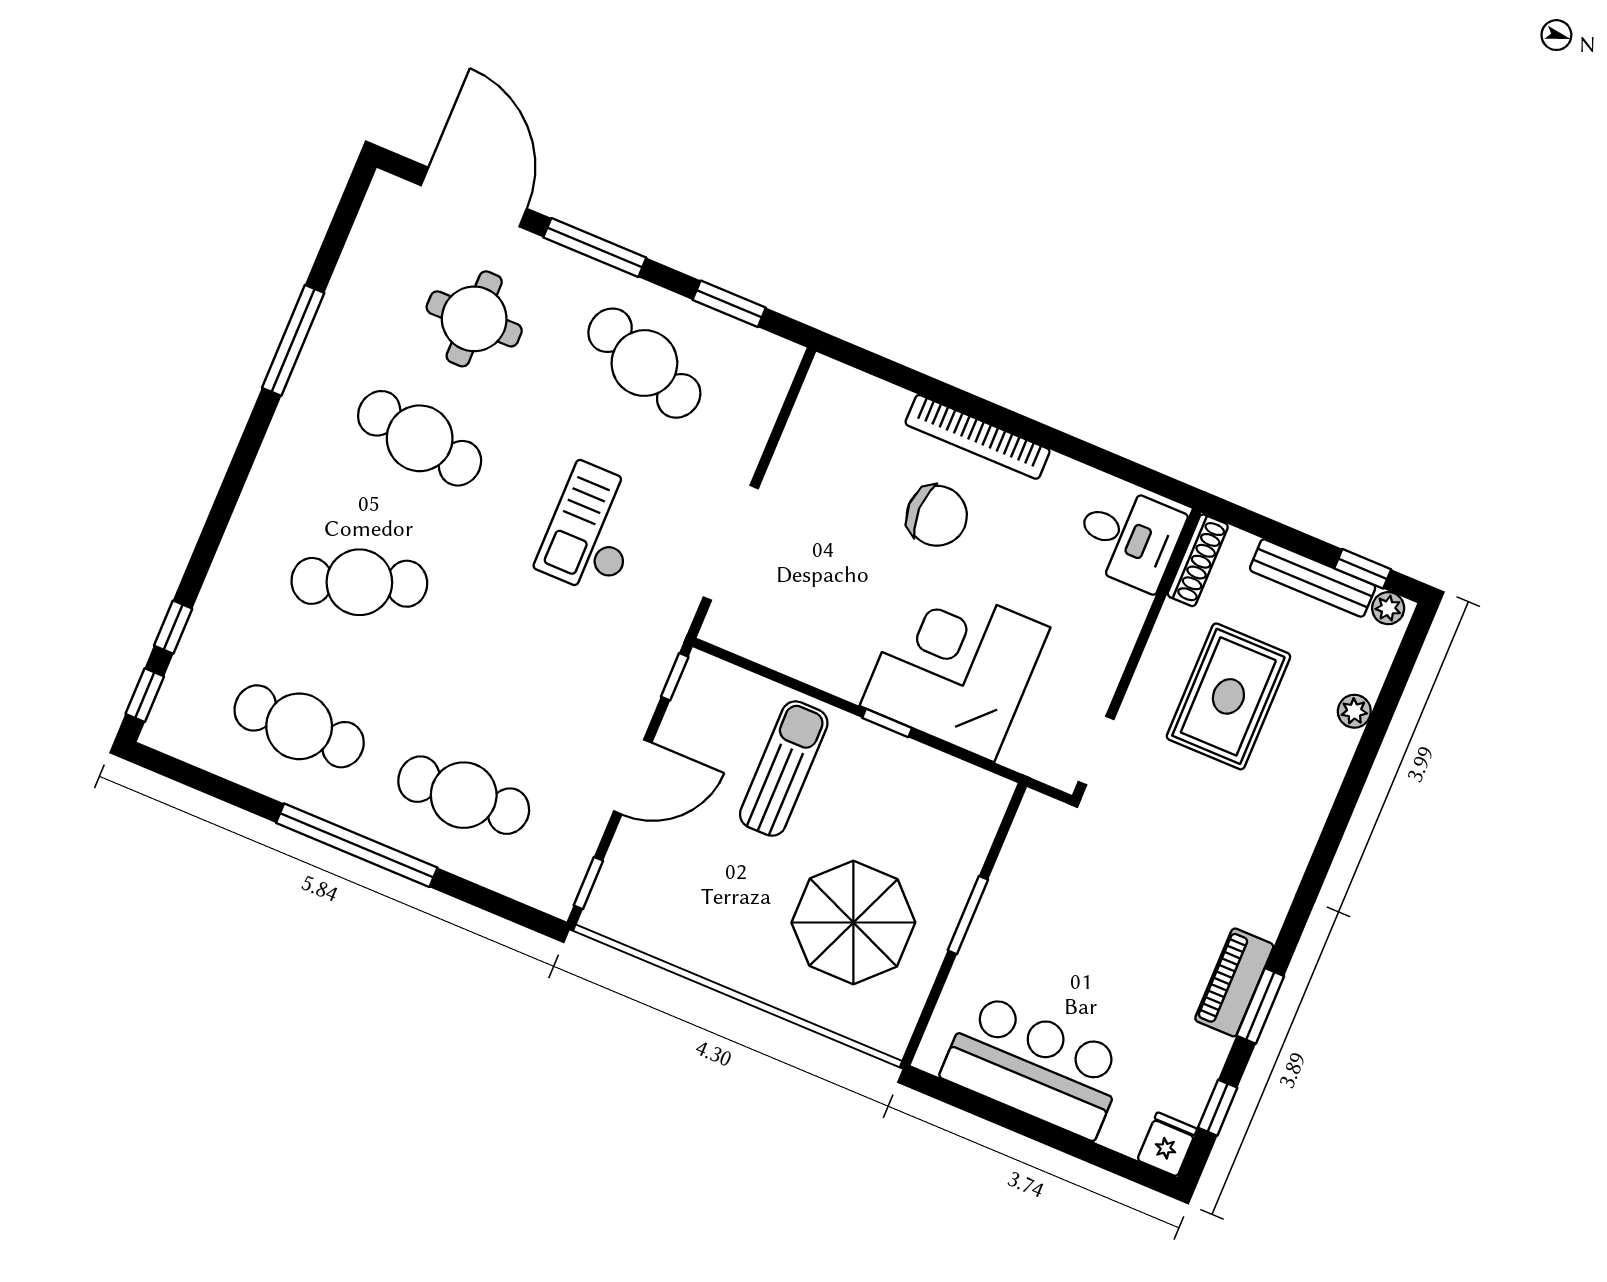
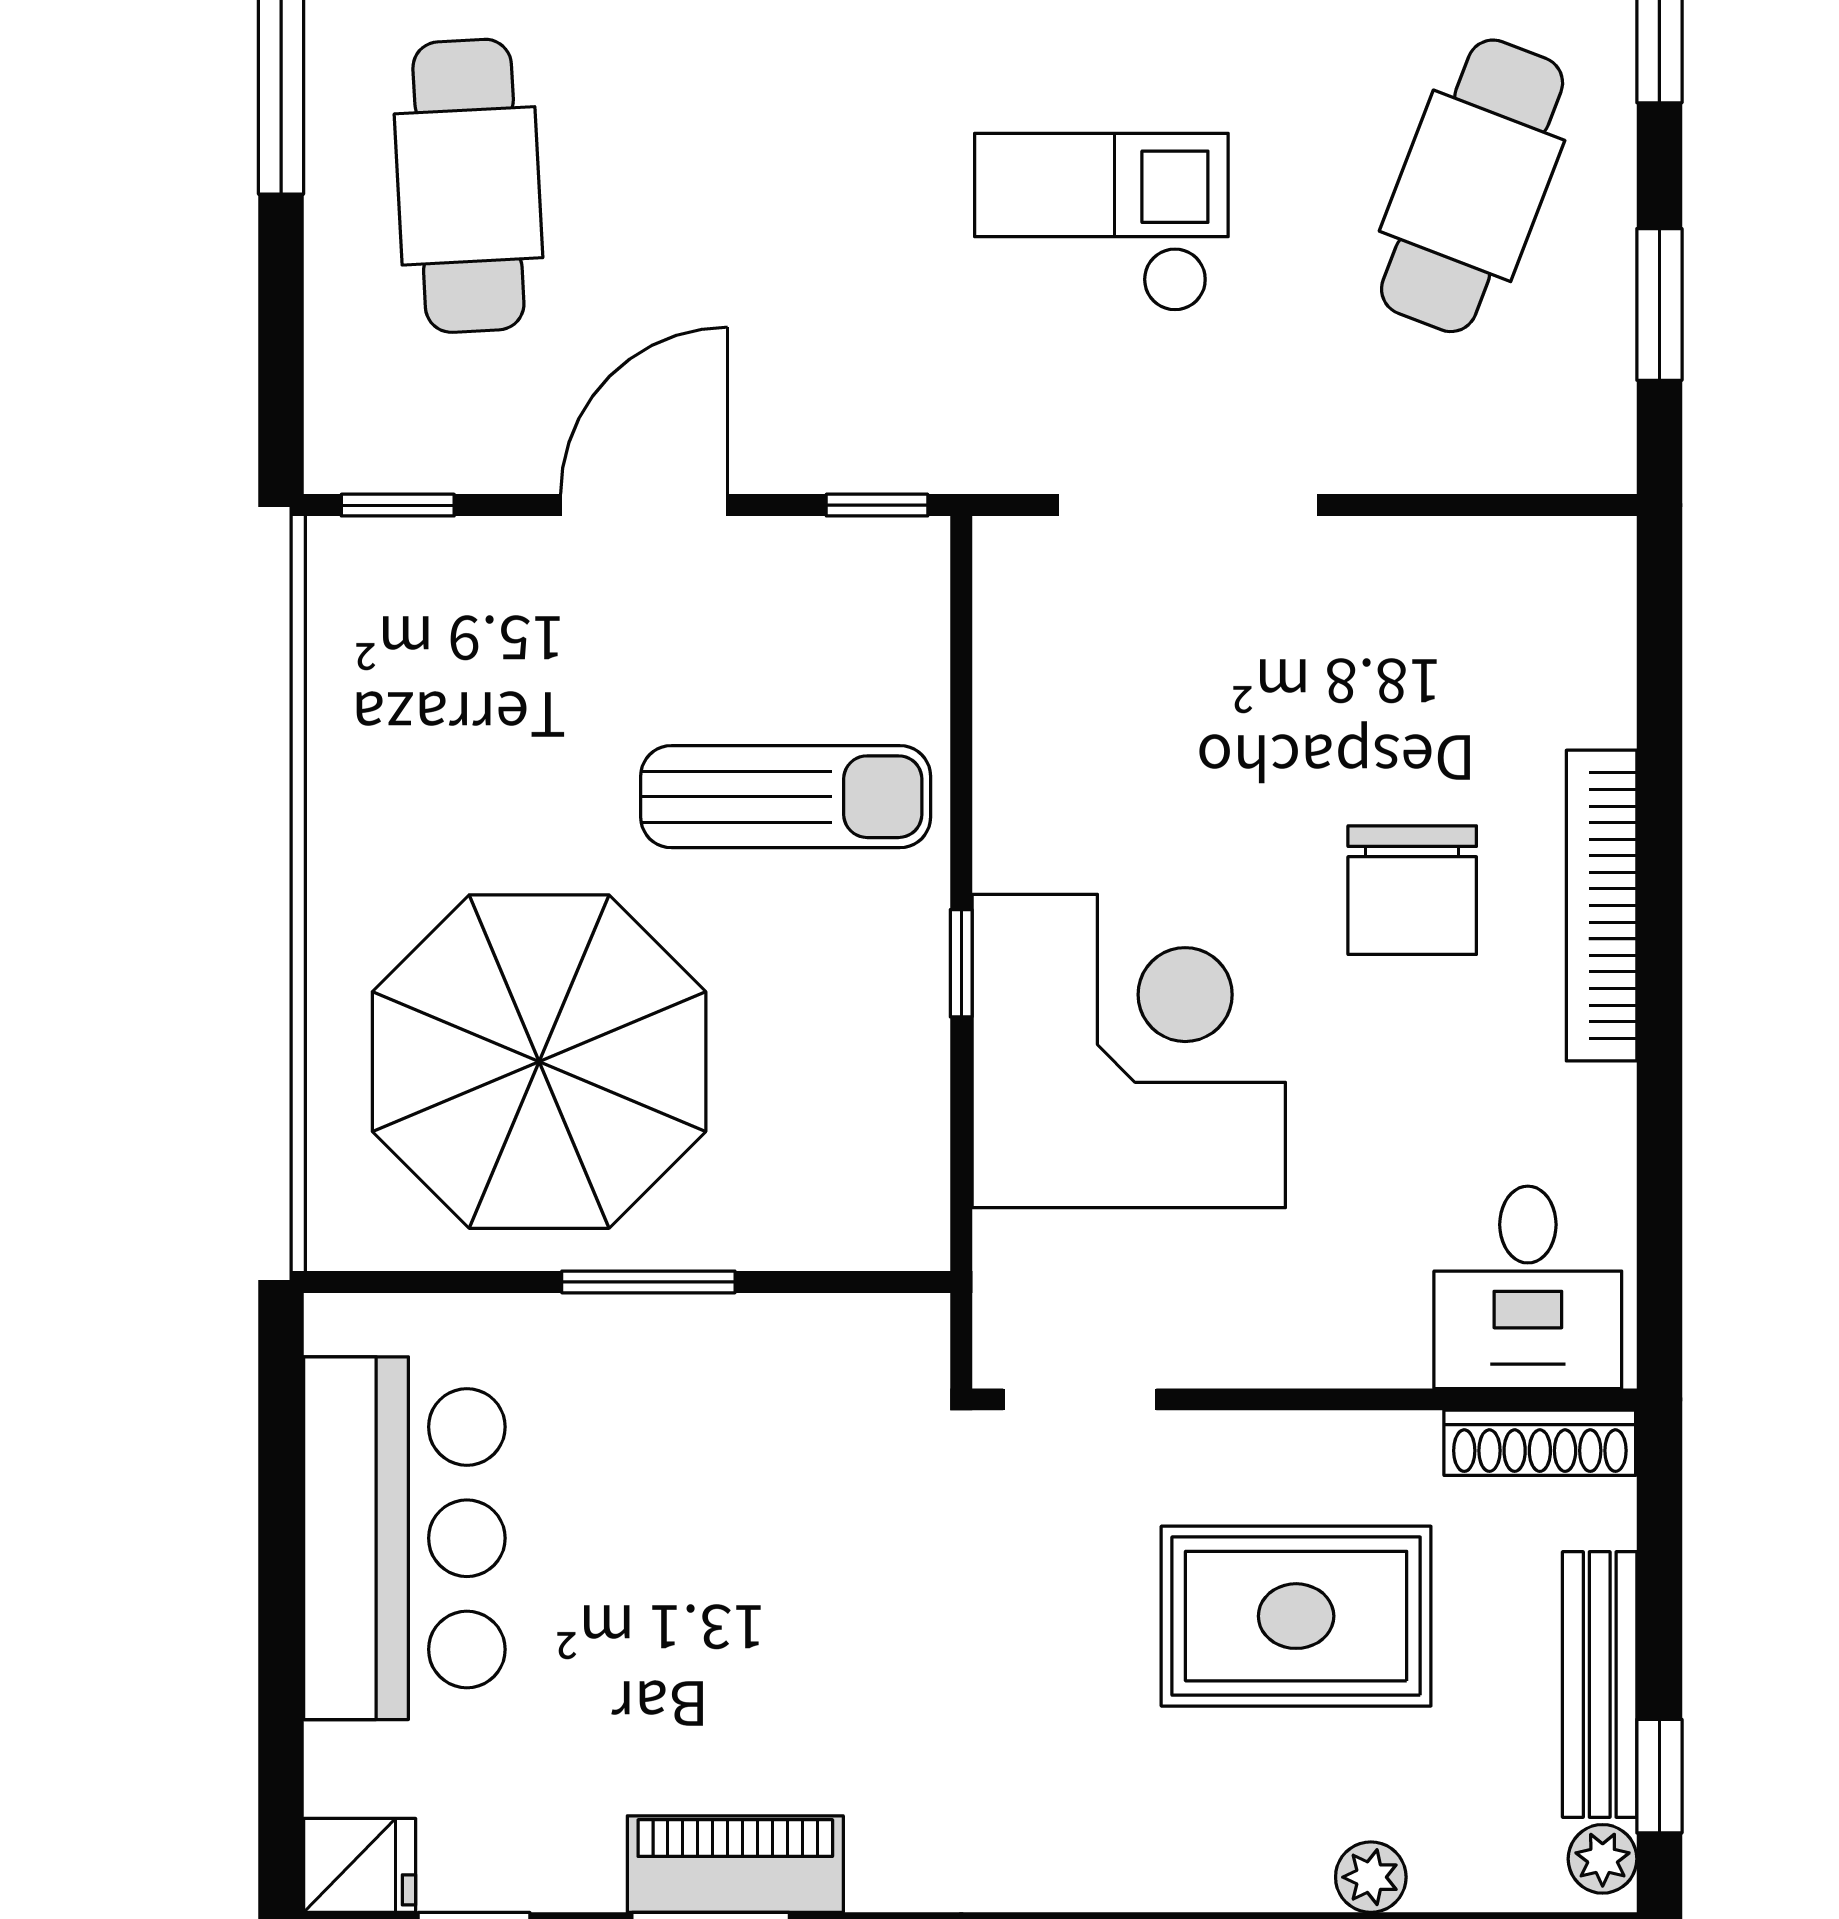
door: (633, 777) -> (644, 505), swing flipped
parasol: (853, 922) -> (539, 1062), width x1.36, depth x1.36

